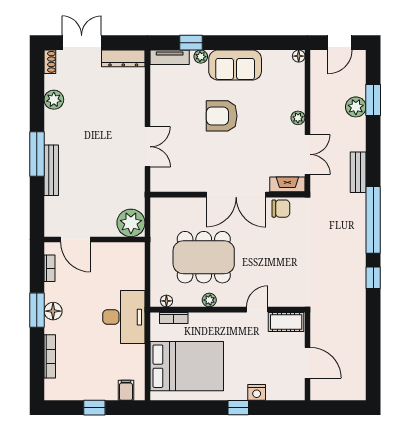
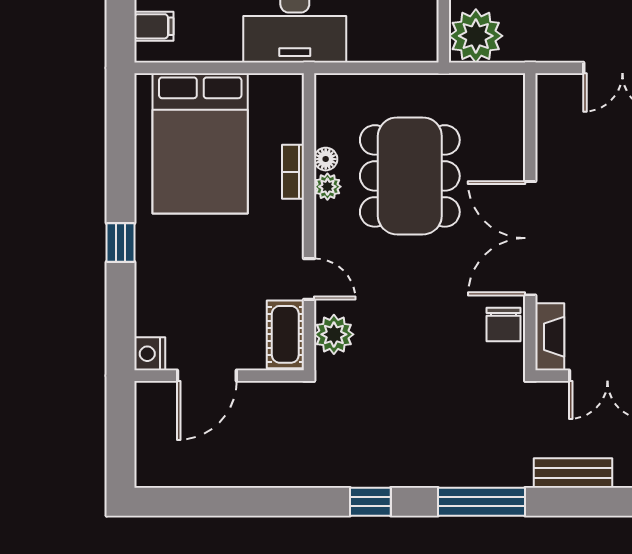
window: (373, 220) -> (482, 502), width x0.68
plant: (286, 297) -> (334, 334), added
floor lamp: (166, 301) -> (326, 159), moved
bookcase: (174, 318) -> (293, 172), moved
nightstand: (257, 392) -> (150, 354), moved

